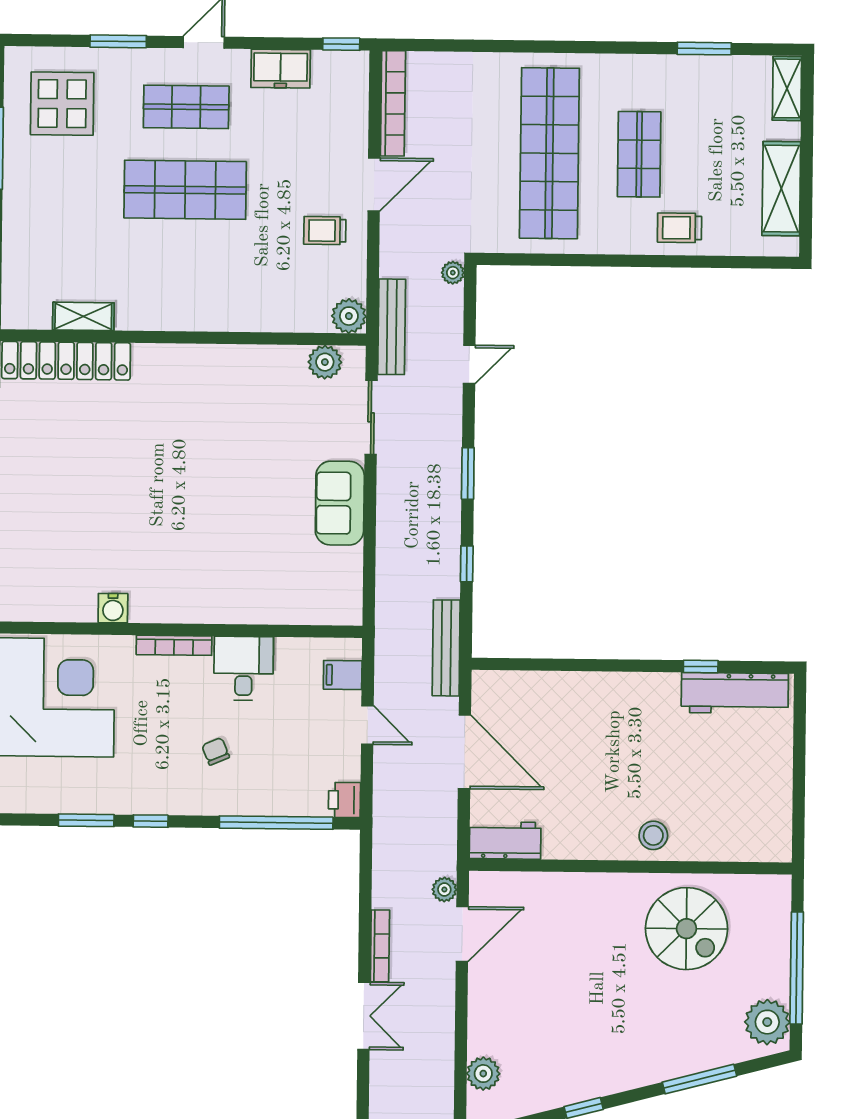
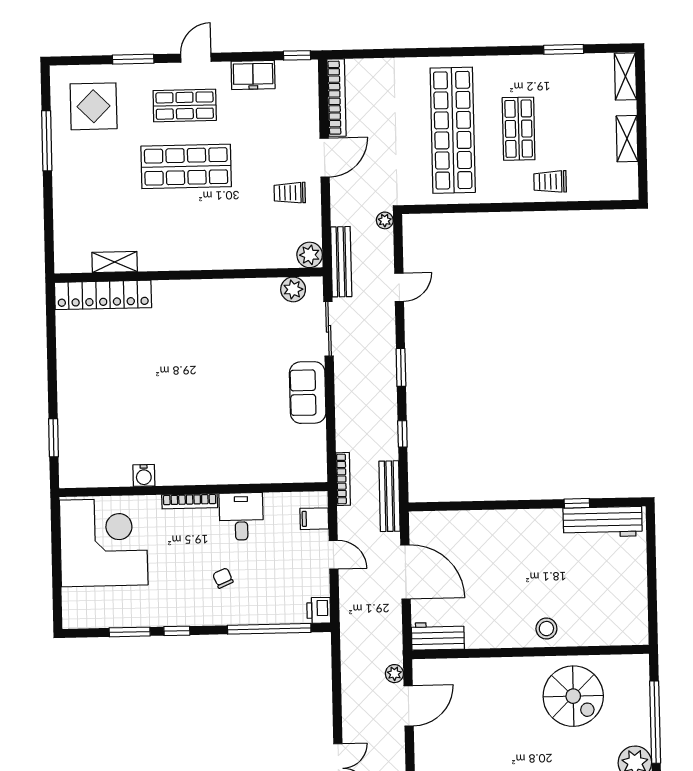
shelving: (781, 189) -> (627, 139), width x0.67, depth x0.75
bookcase: (380, 946) -> (343, 479), moved

